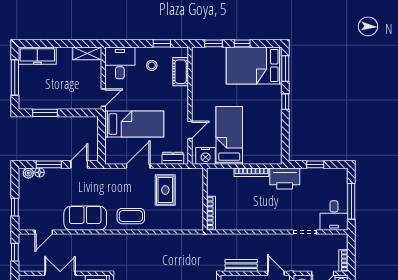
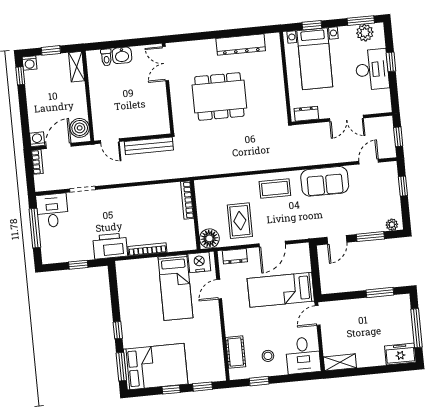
freezer: (37, 56) -> (400, 354), width x0.71
floor lamp: (39, 172) -> (209, 238), moved, width x1.89, depth x1.89
bench: (241, 266) -> (149, 146), width x1.36

